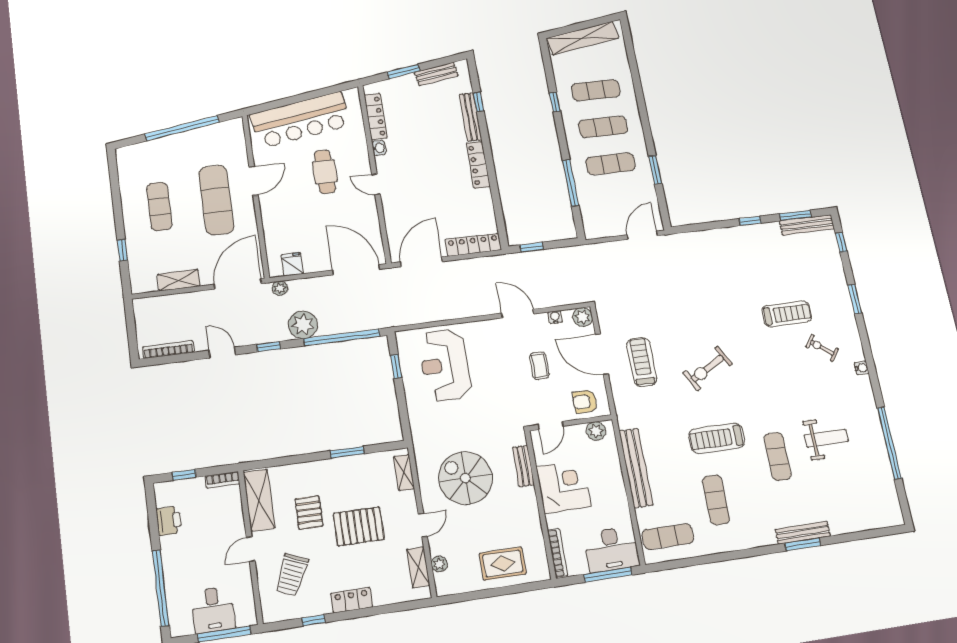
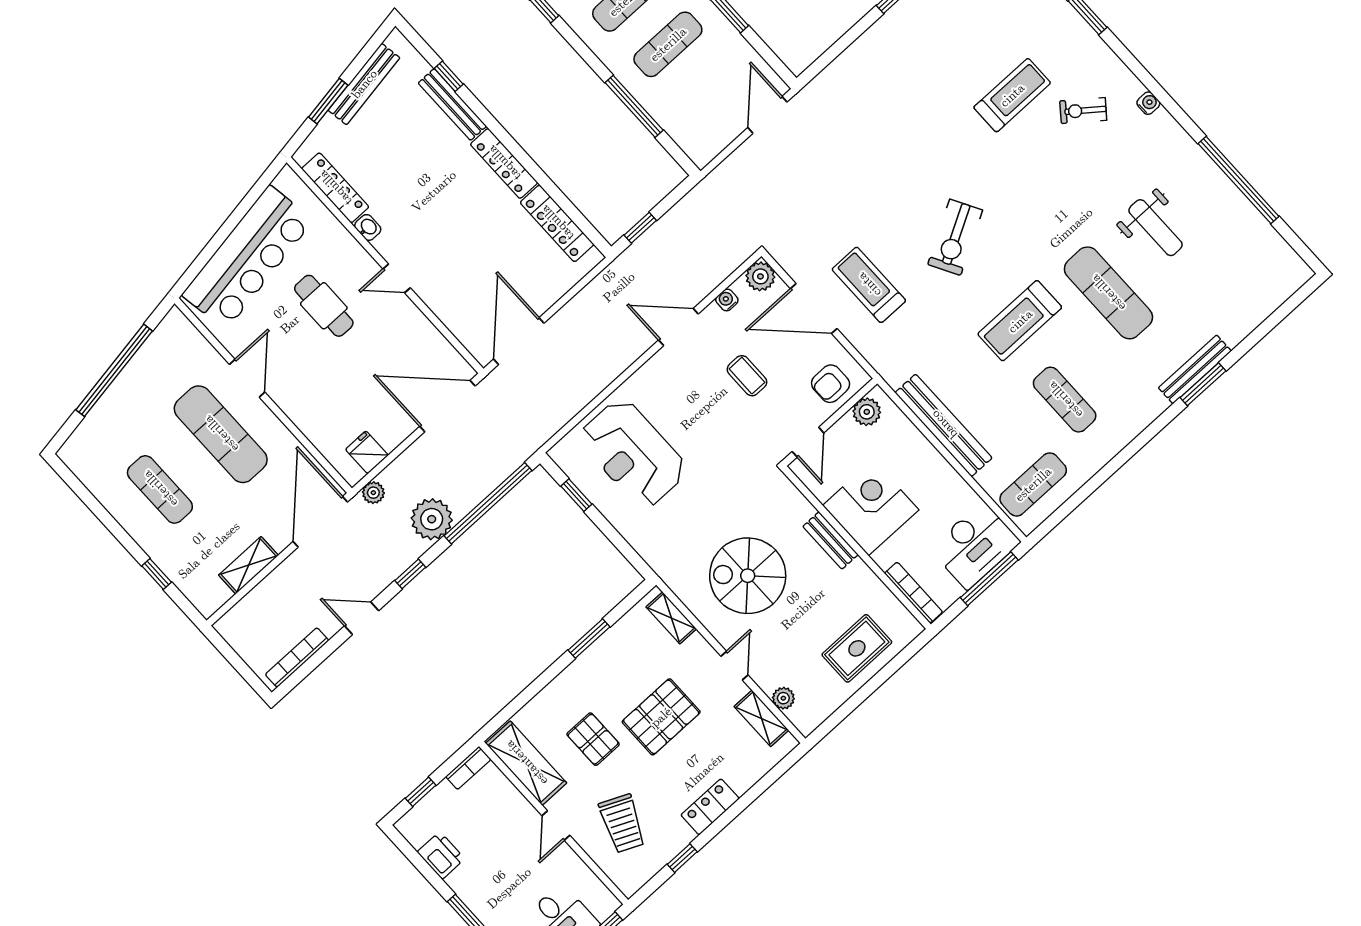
bench: (436, 74) -> (364, 84), width x1.36
locker: (473, 245) -> (557, 223), moved, turned -90
weight bench: (826, 438) -> (1156, 228), turned 90
exercise mat: (778, 457) -> (1108, 293), width x1.36, depth x1.45
bench: (523, 466) -> (831, 540), moved

